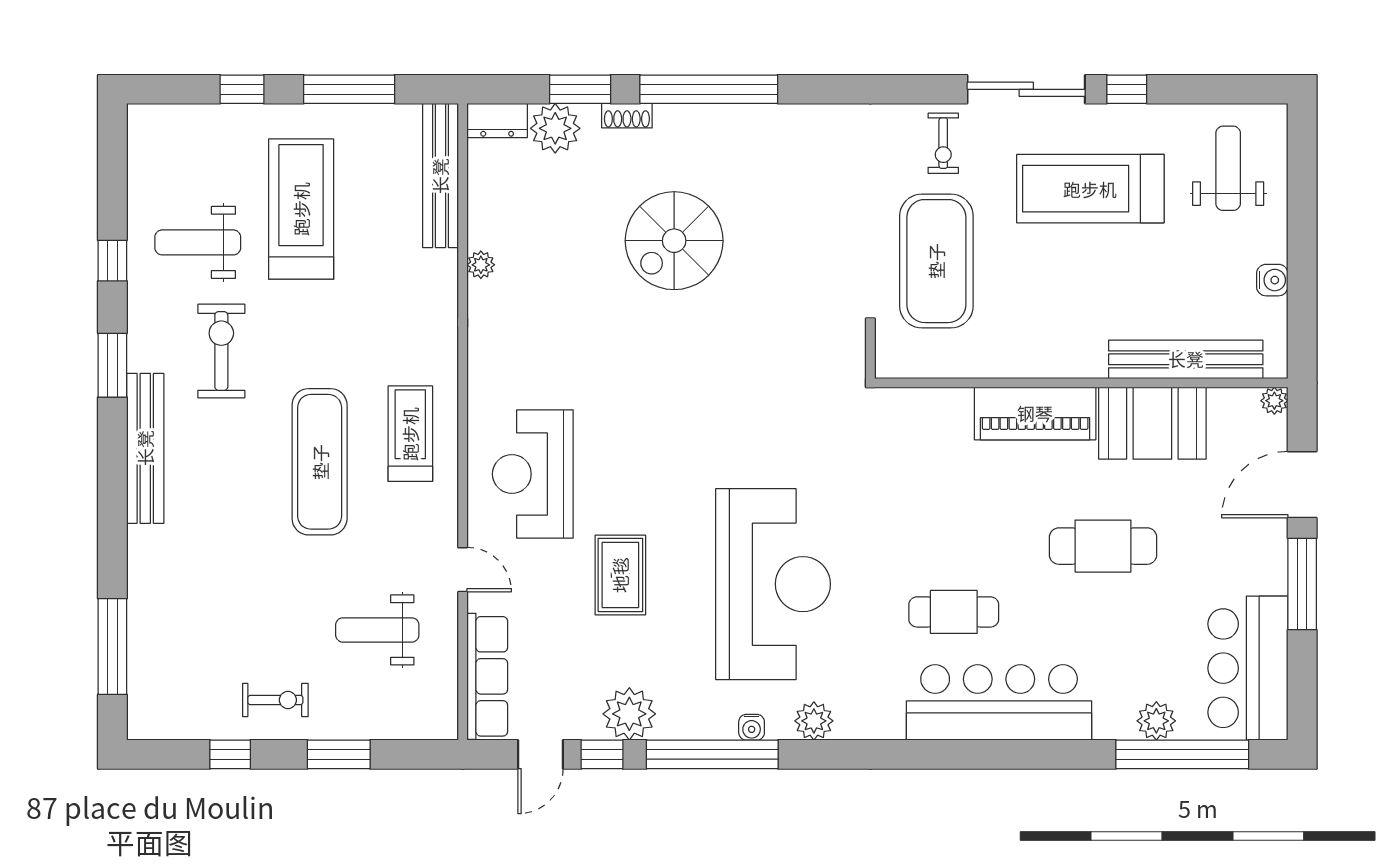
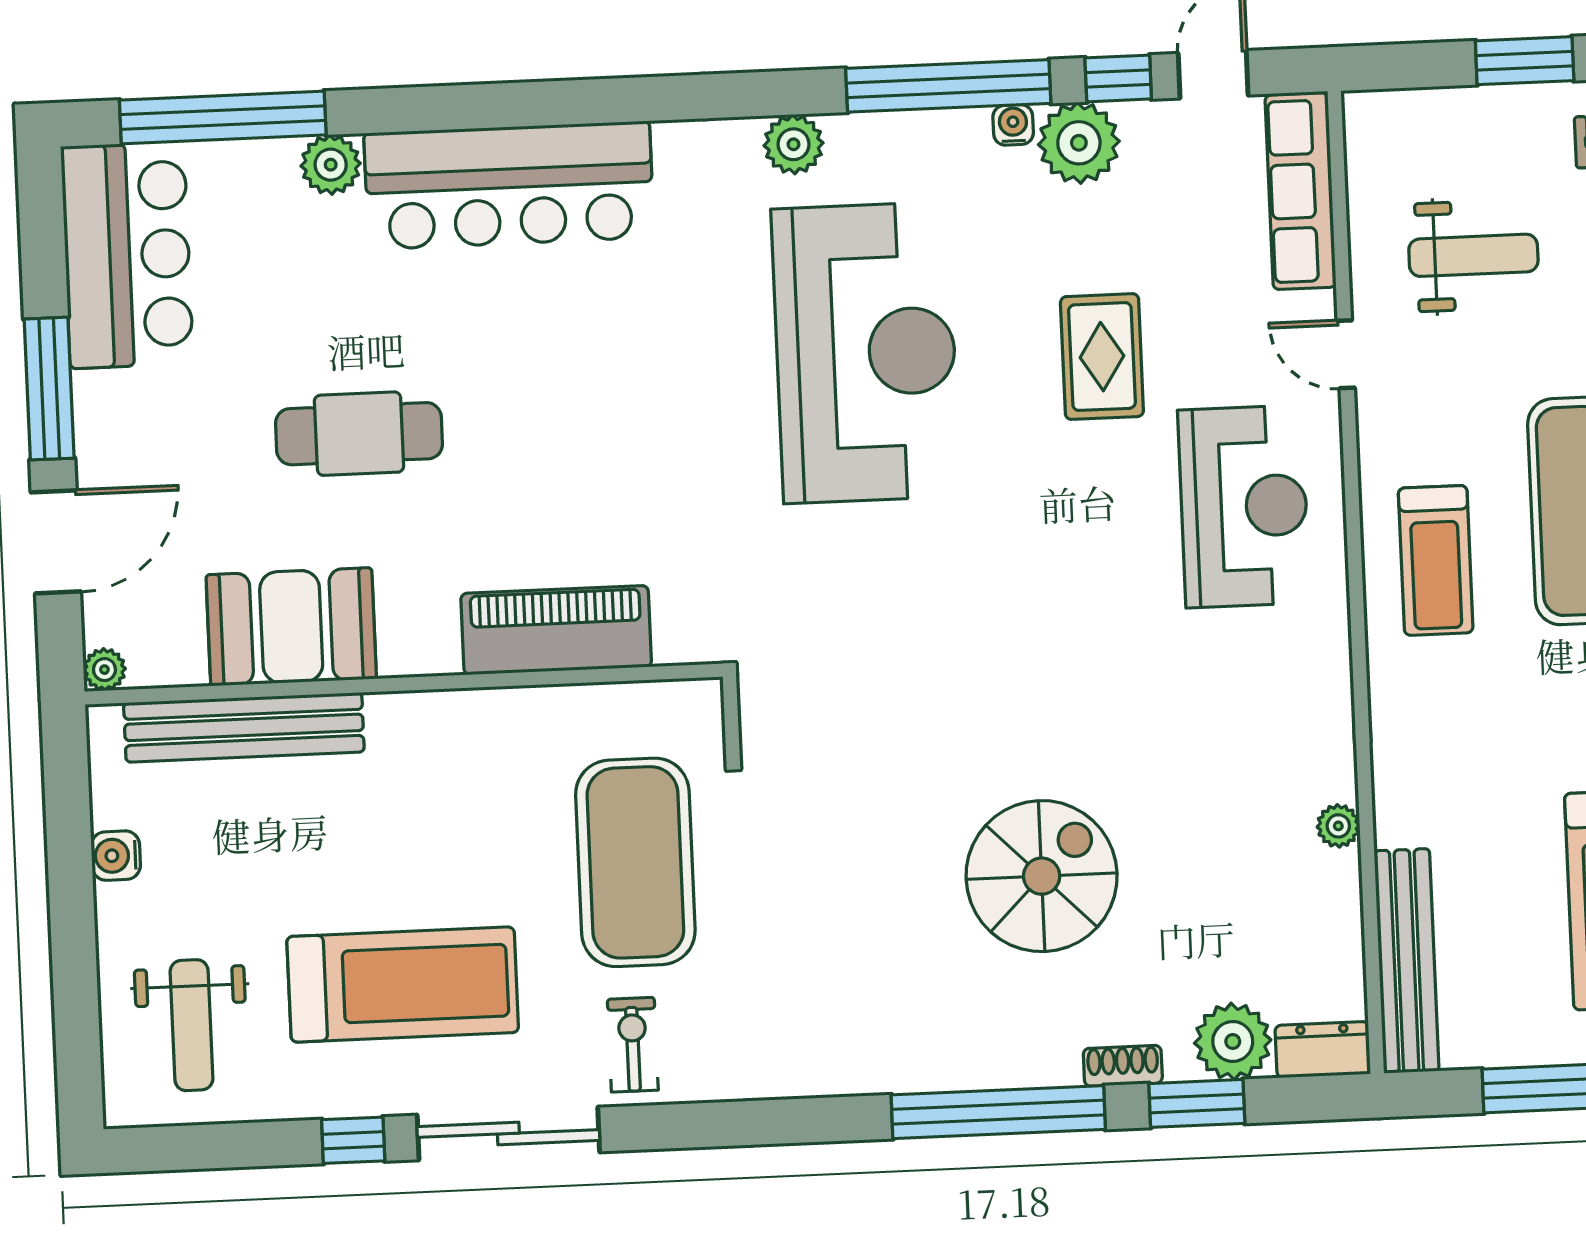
piano: (1035, 413) -> (556, 630), moved
reception desk: (773, 584) -> (866, 353), turned 180
cafe table: (954, 612) -> (585, 322), removed
plant: (1156, 721) -> (331, 165), moved
water cooler: (752, 727) -> (1013, 125), moved

